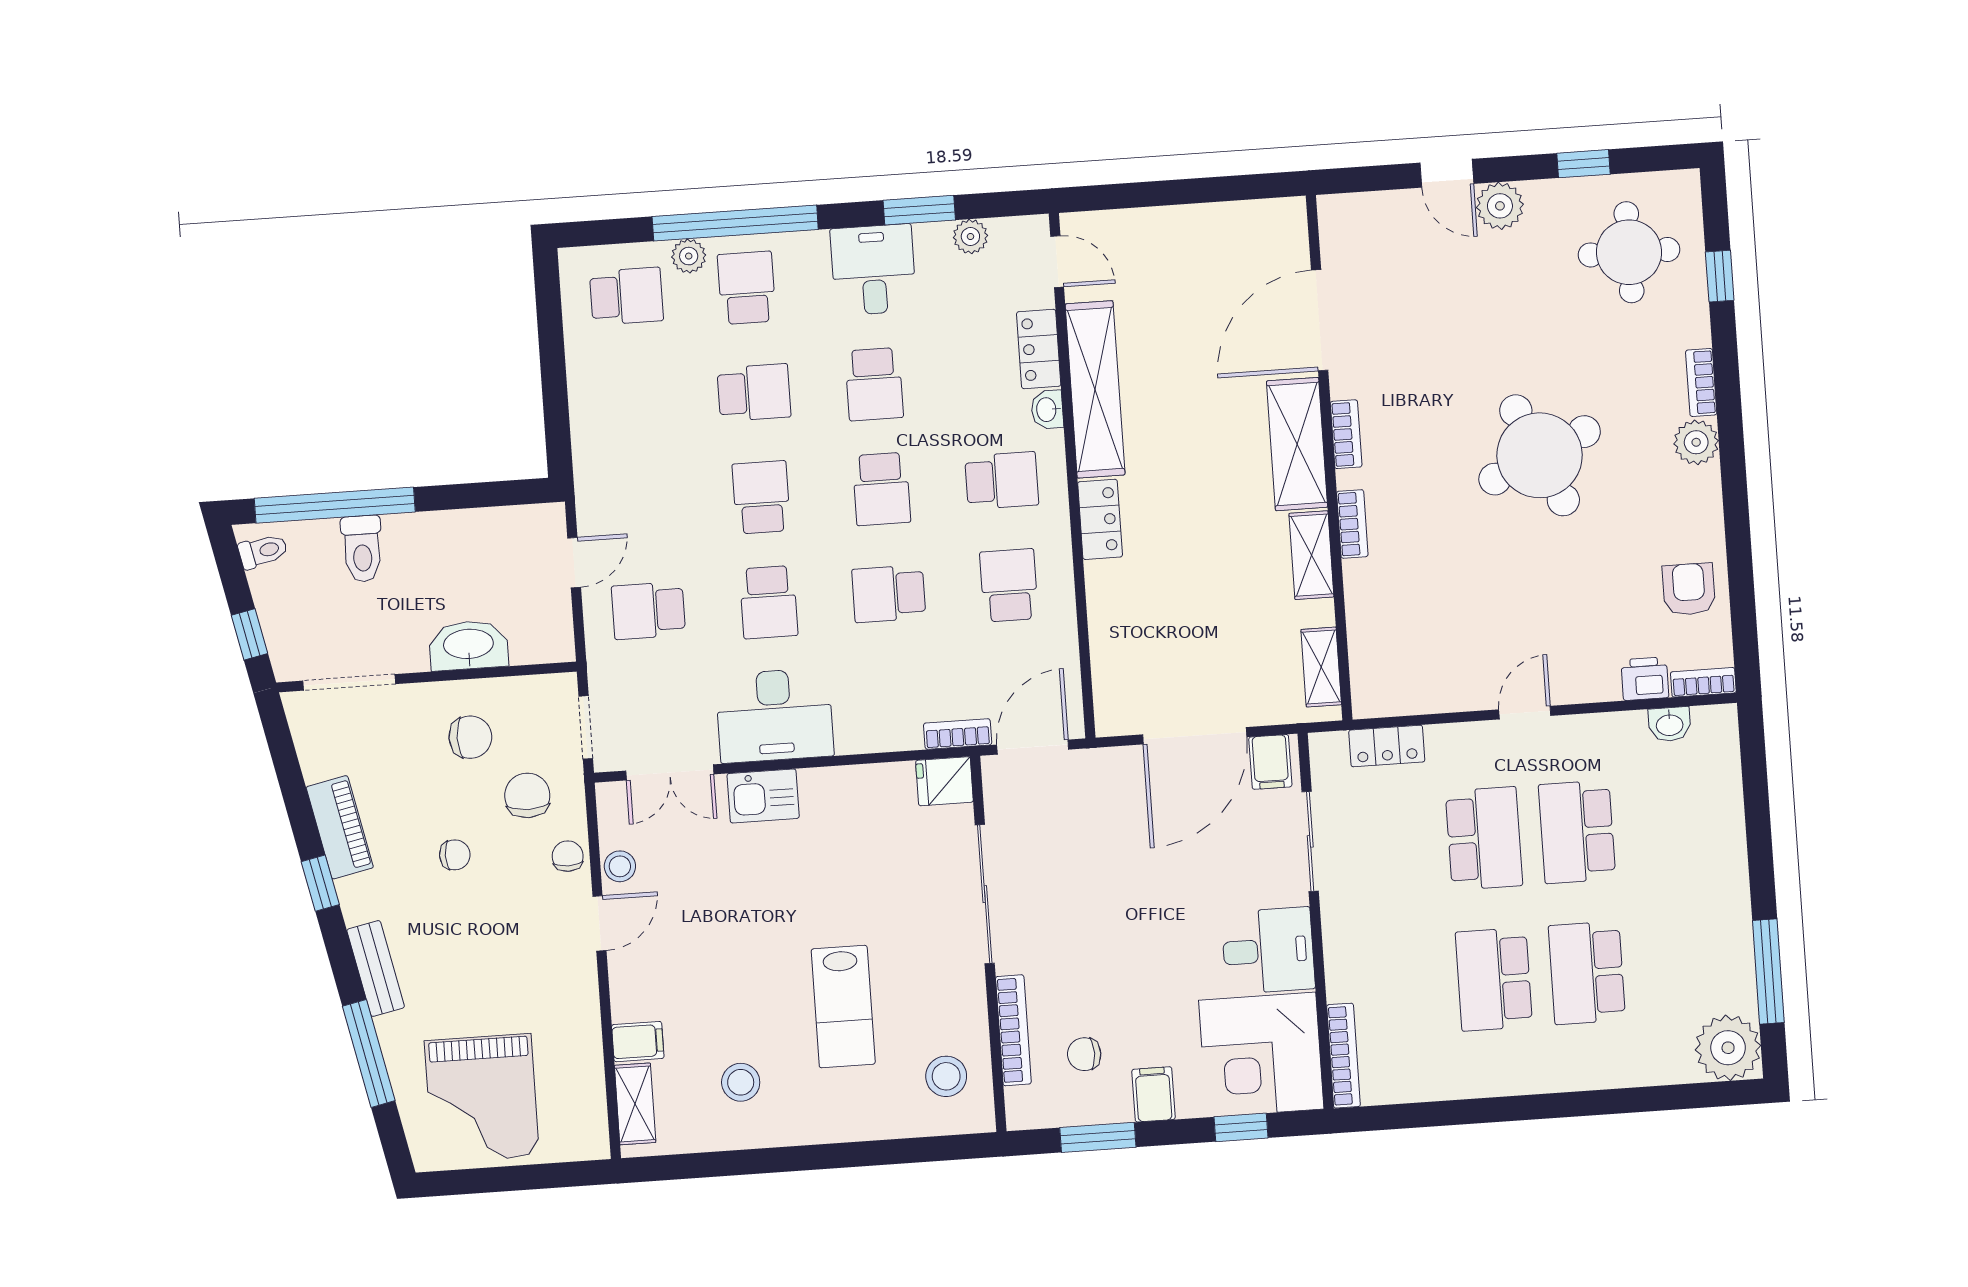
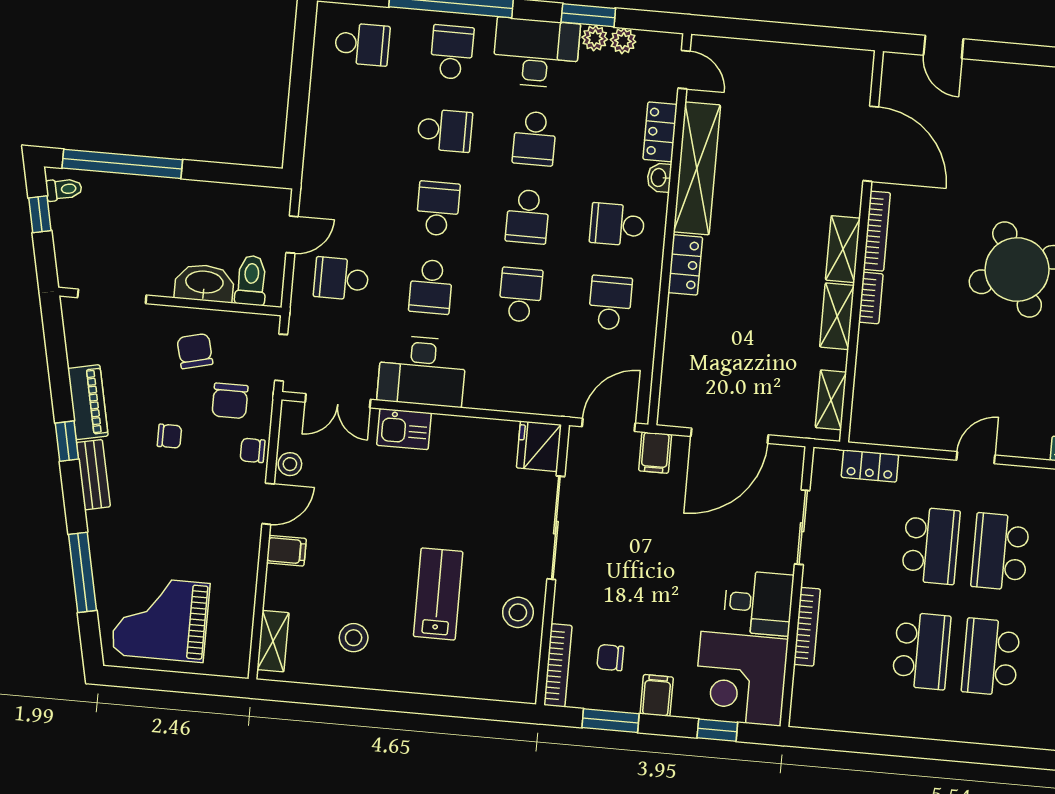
door: (1447, 173) -> (943, 47), moved
plant: (1500, 206) -> (1017, 81), removed
plant: (689, 256) -> (595, 38), moved
desk: (873, 270) -> (536, 53), width x1.37
door: (1320, 320) -> (871, 144), swing flipped
bookcase: (1346, 434) -> (877, 231), width x1.56
shelving: (1297, 444) -> (843, 249), width x0.67, depth x0.75
school desk: (1002, 481) -> (617, 225), turned 180
toilet: (362, 549) -> (251, 280), moved, turned 180
school desk: (889, 594) -> (521, 295), turned 90
window: (249, 634) -> (40, 214), moved
bookcase: (958, 734) -> (555, 406), removed
chair: (470, 737) -> (195, 351), turned -104
filing cabinet: (1270, 762) -> (655, 453), moved
fridge: (944, 781) -> (539, 446), width x1.38
chair: (527, 795) -> (230, 401), turned 180
chair: (568, 856) -> (253, 450), turned -90
bench: (376, 968) -> (93, 475), moved
school desk: (1494, 979) -> (921, 651), turned 180
lab bench: (843, 1007) -> (438, 594), turned 180
bookcase: (1013, 1030) -> (558, 665), moved
filing cabinet: (638, 1042) -> (286, 551), moved
bookcase: (1343, 1056) -> (807, 627), moved
stool: (946, 1076) -> (518, 612), moved
grand piano: (482, 1098) -> (161, 619), turned 90

